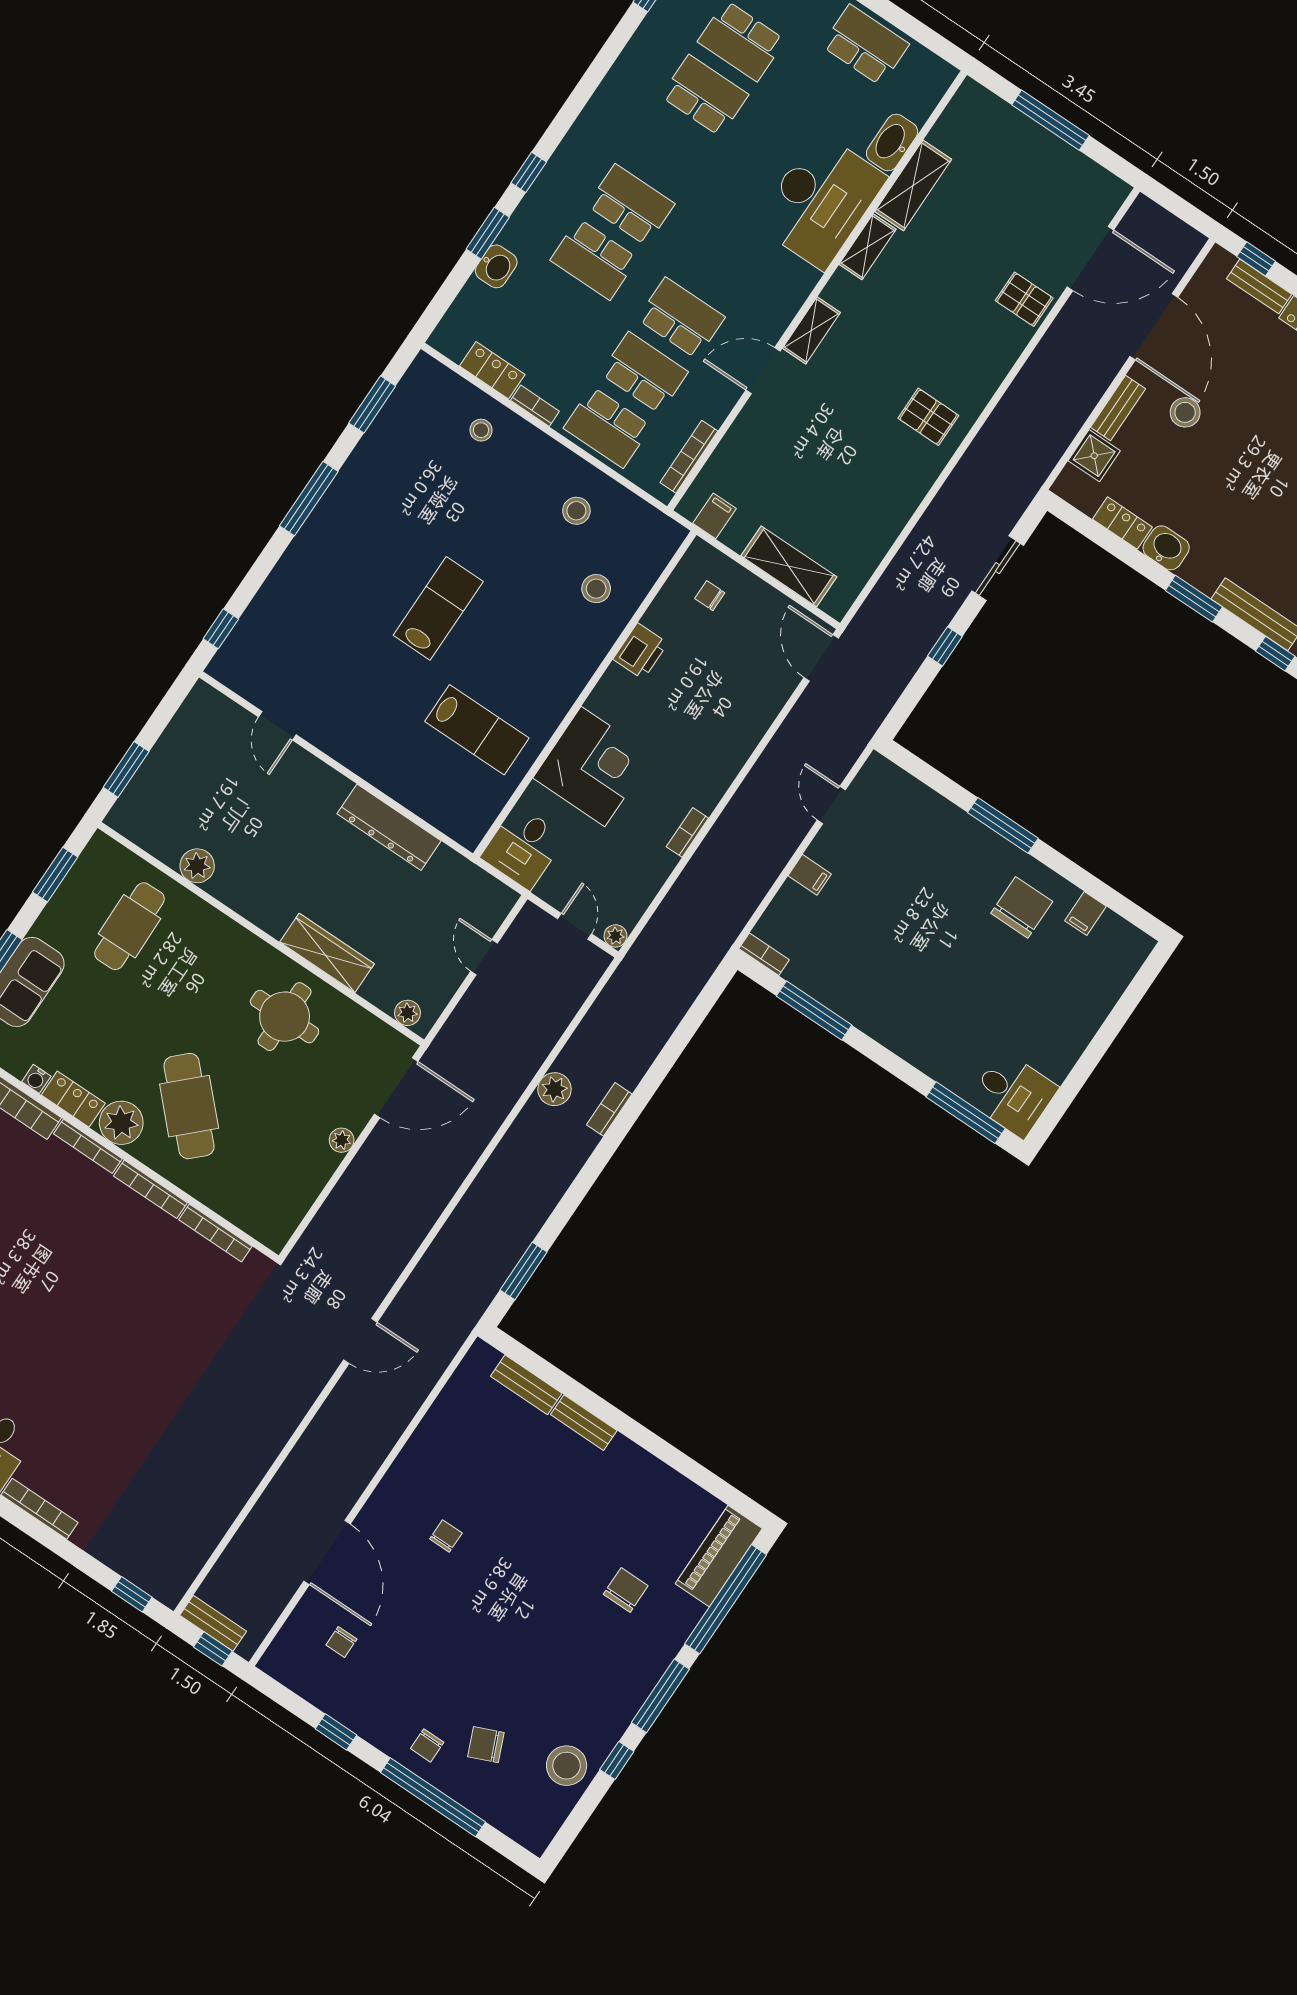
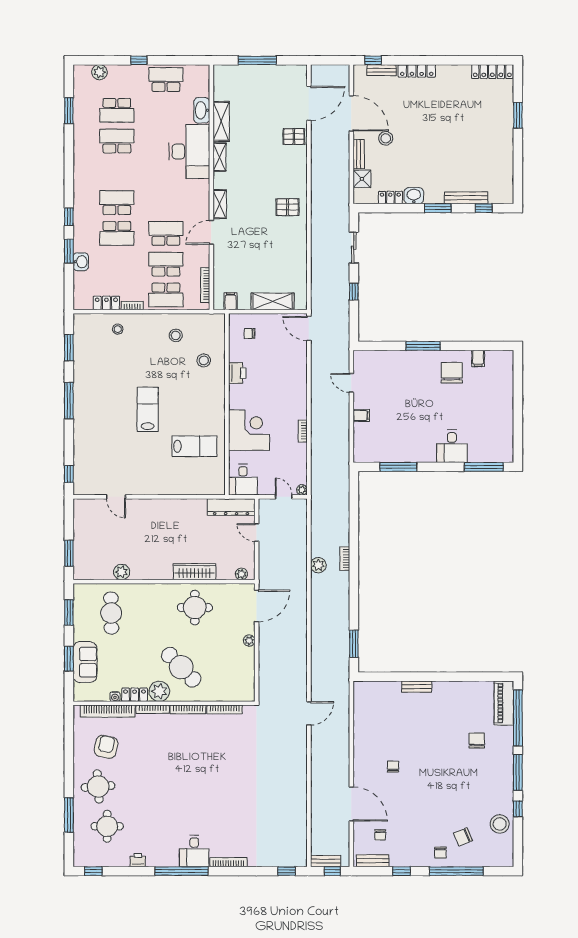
dresser: (389, 827) -> (231, 507), moved
bookcase: (764, 954) -> (364, 458), removed
desk: (1013, 1094) -> (452, 446), moved, turned 90
bench: (526, 1385) -> (373, 861), moved

